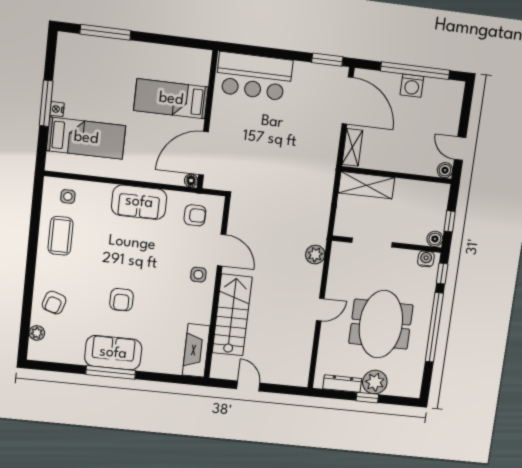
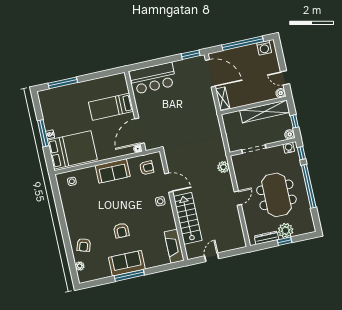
washing machine: (412, 86) -> (264, 48), moved
bed: (86, 138) -> (72, 150), width x1.50
shelving: (366, 185) -> (265, 111), moved, width x1.47
coffee table: (60, 236) -> (75, 205), removed
door: (248, 386) -> (212, 257), hinge flipped

